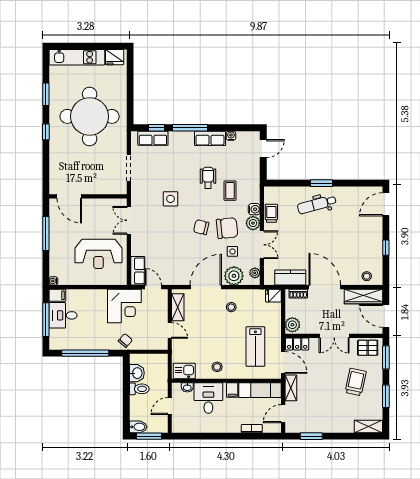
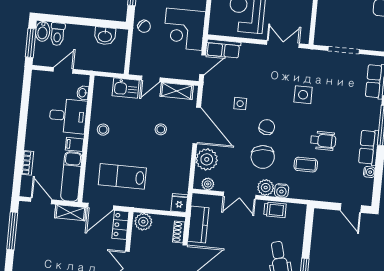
side table: (232, 251) -> (240, 104), moved
stool: (231, 307) -> (161, 129), moved
kitchen sink: (184, 371) -> (126, 88), moved, turned 90
toilet: (139, 389) -> (57, 34), moved
door: (170, 406) -> (63, 70), hinge flipped
window: (311, 436) -> (12, 231), width x1.44

